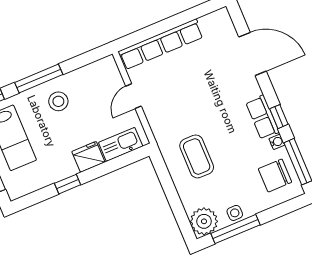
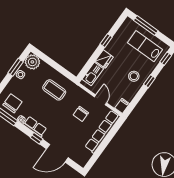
filing cabinet: (105, 66) -> (122, 106), added
window: (39, 79) -> (149, 81), width x0.46
chair: (178, 93) -> (81, 114), added
window: (279, 117) -> (37, 138), moved
window: (235, 229) -> (16, 67), width x0.69

